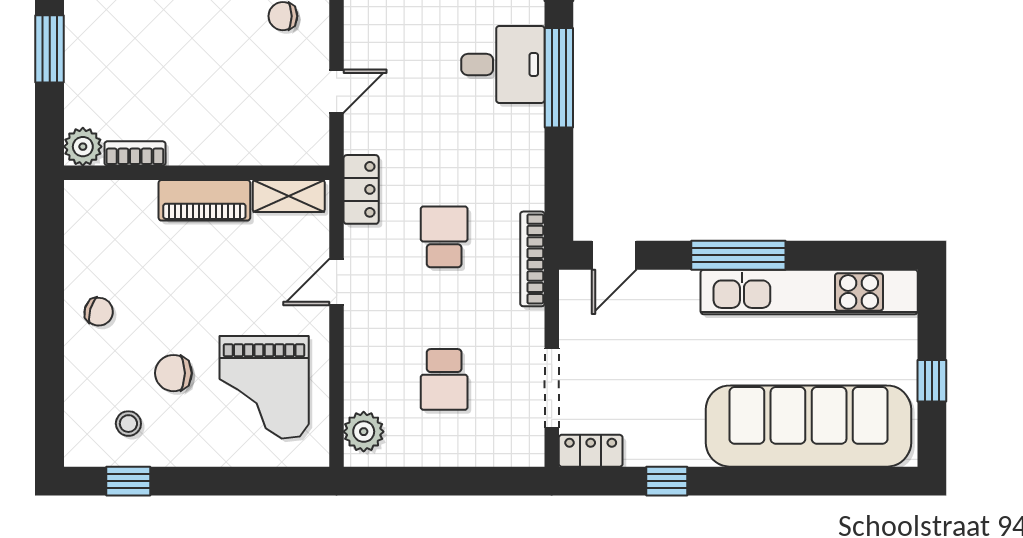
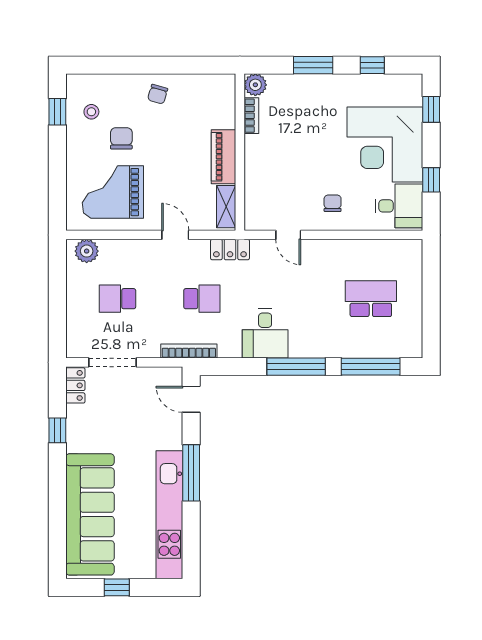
desk: (503, 64) -> (265, 334), moved

